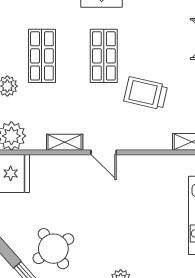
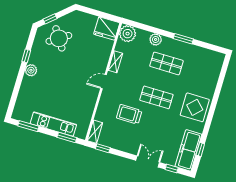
trolley: (146, 93) -> (129, 114), turned -103

